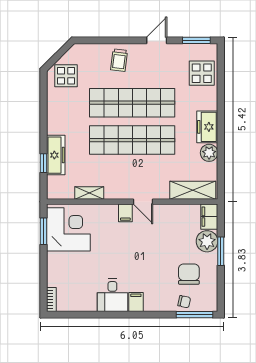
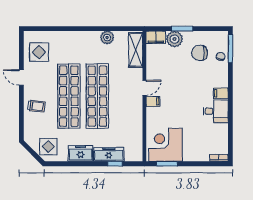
window: (196, 40) -> (21, 47), removed
display table: (202, 73) -> (39, 52), moved
freezer: (207, 127) -> (80, 153), moved, turned 180
shelving: (89, 193) -> (138, 129), removed

